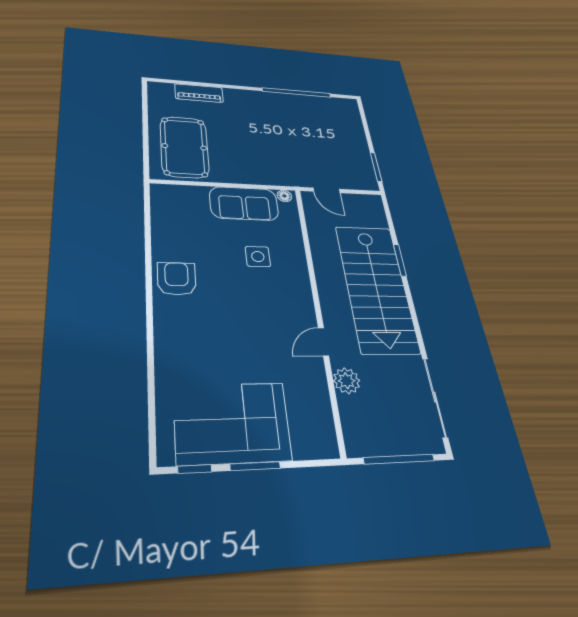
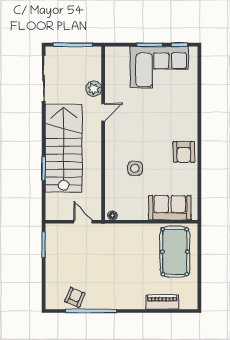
armchair: (321, 108) -> (75, 297), added
sofa: (244, 204) -> (170, 208), moved

